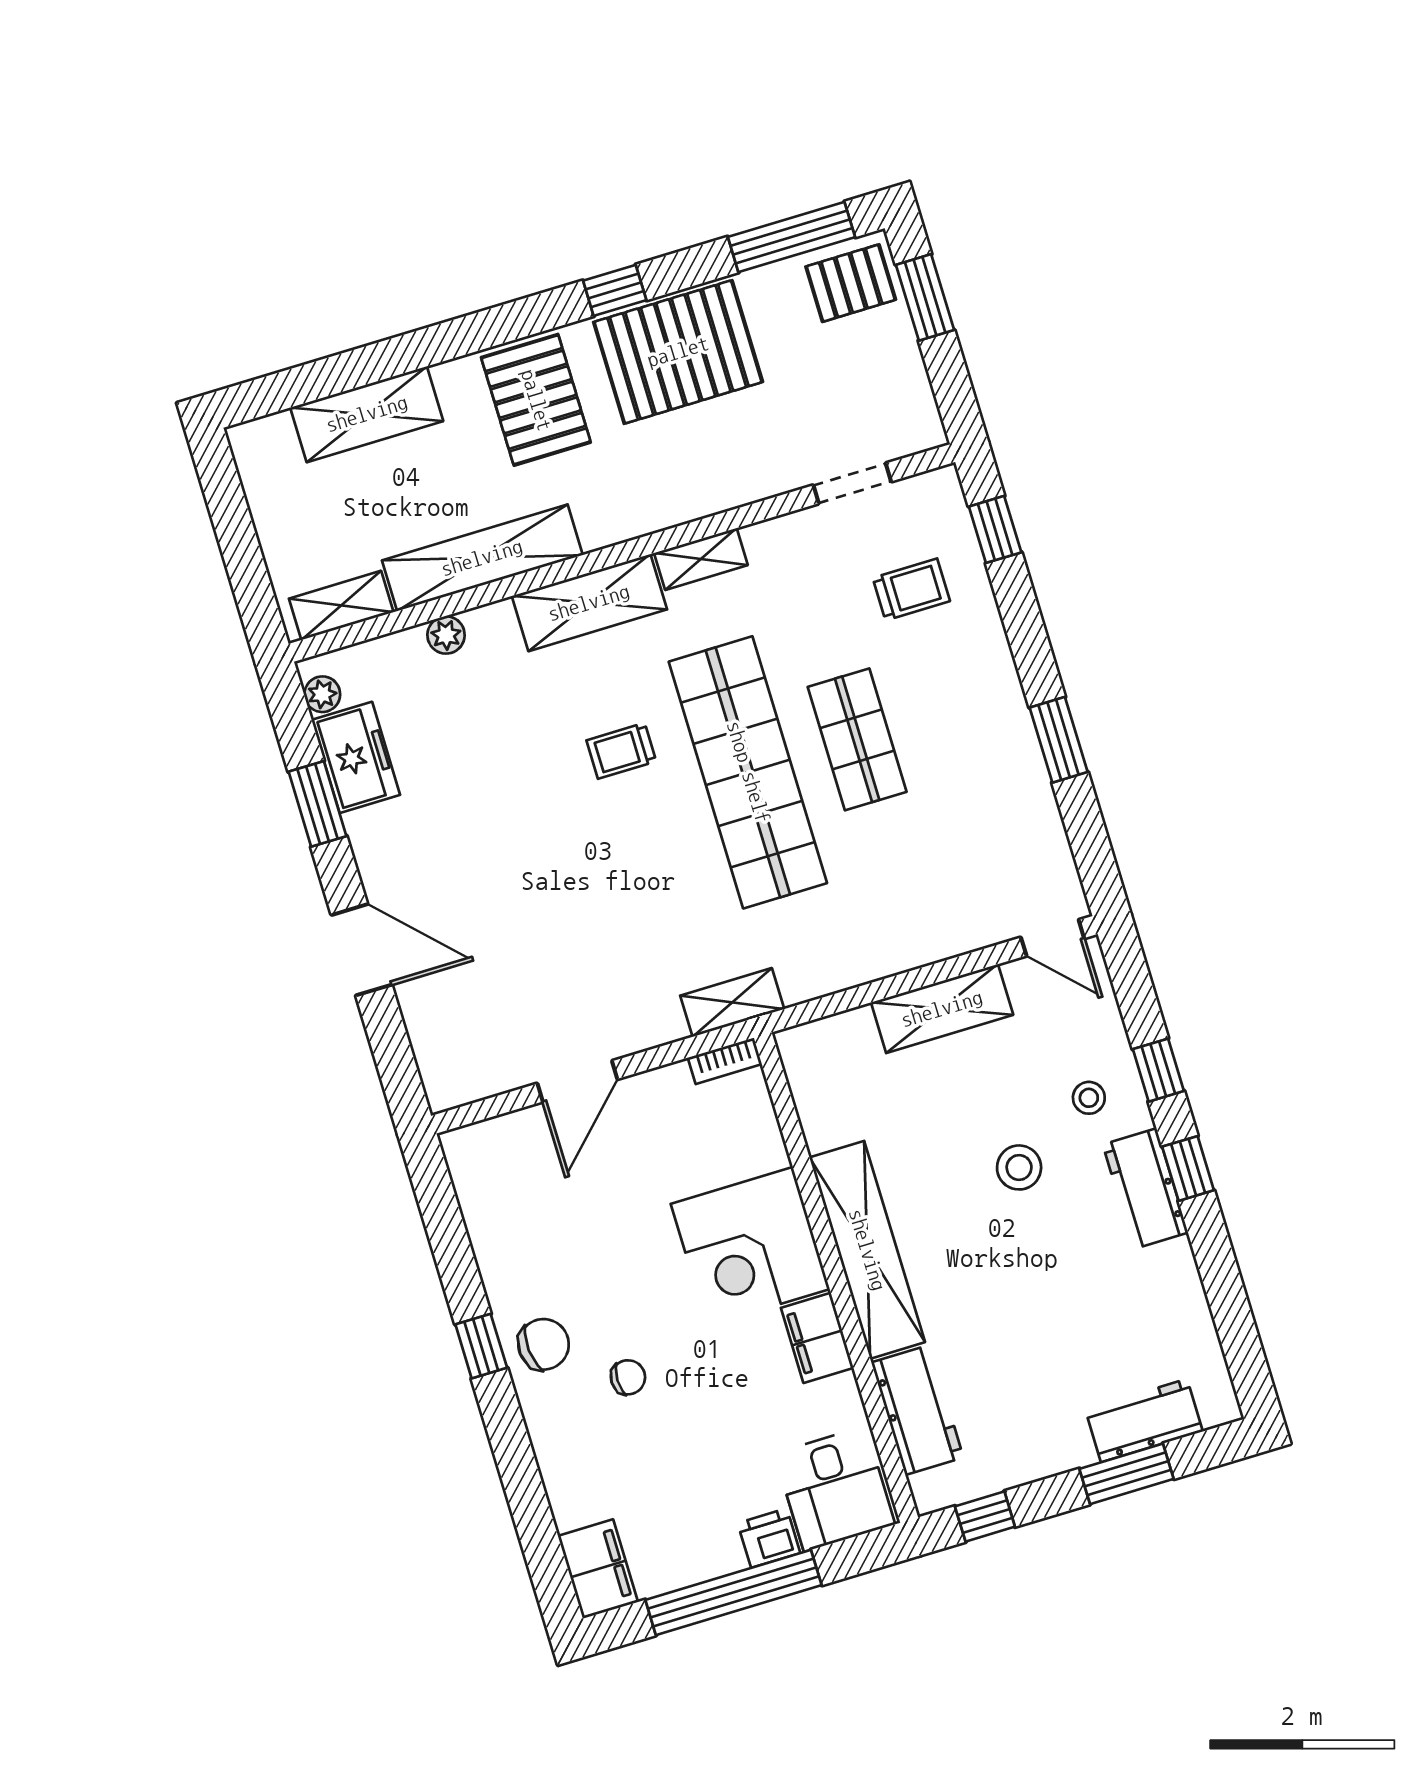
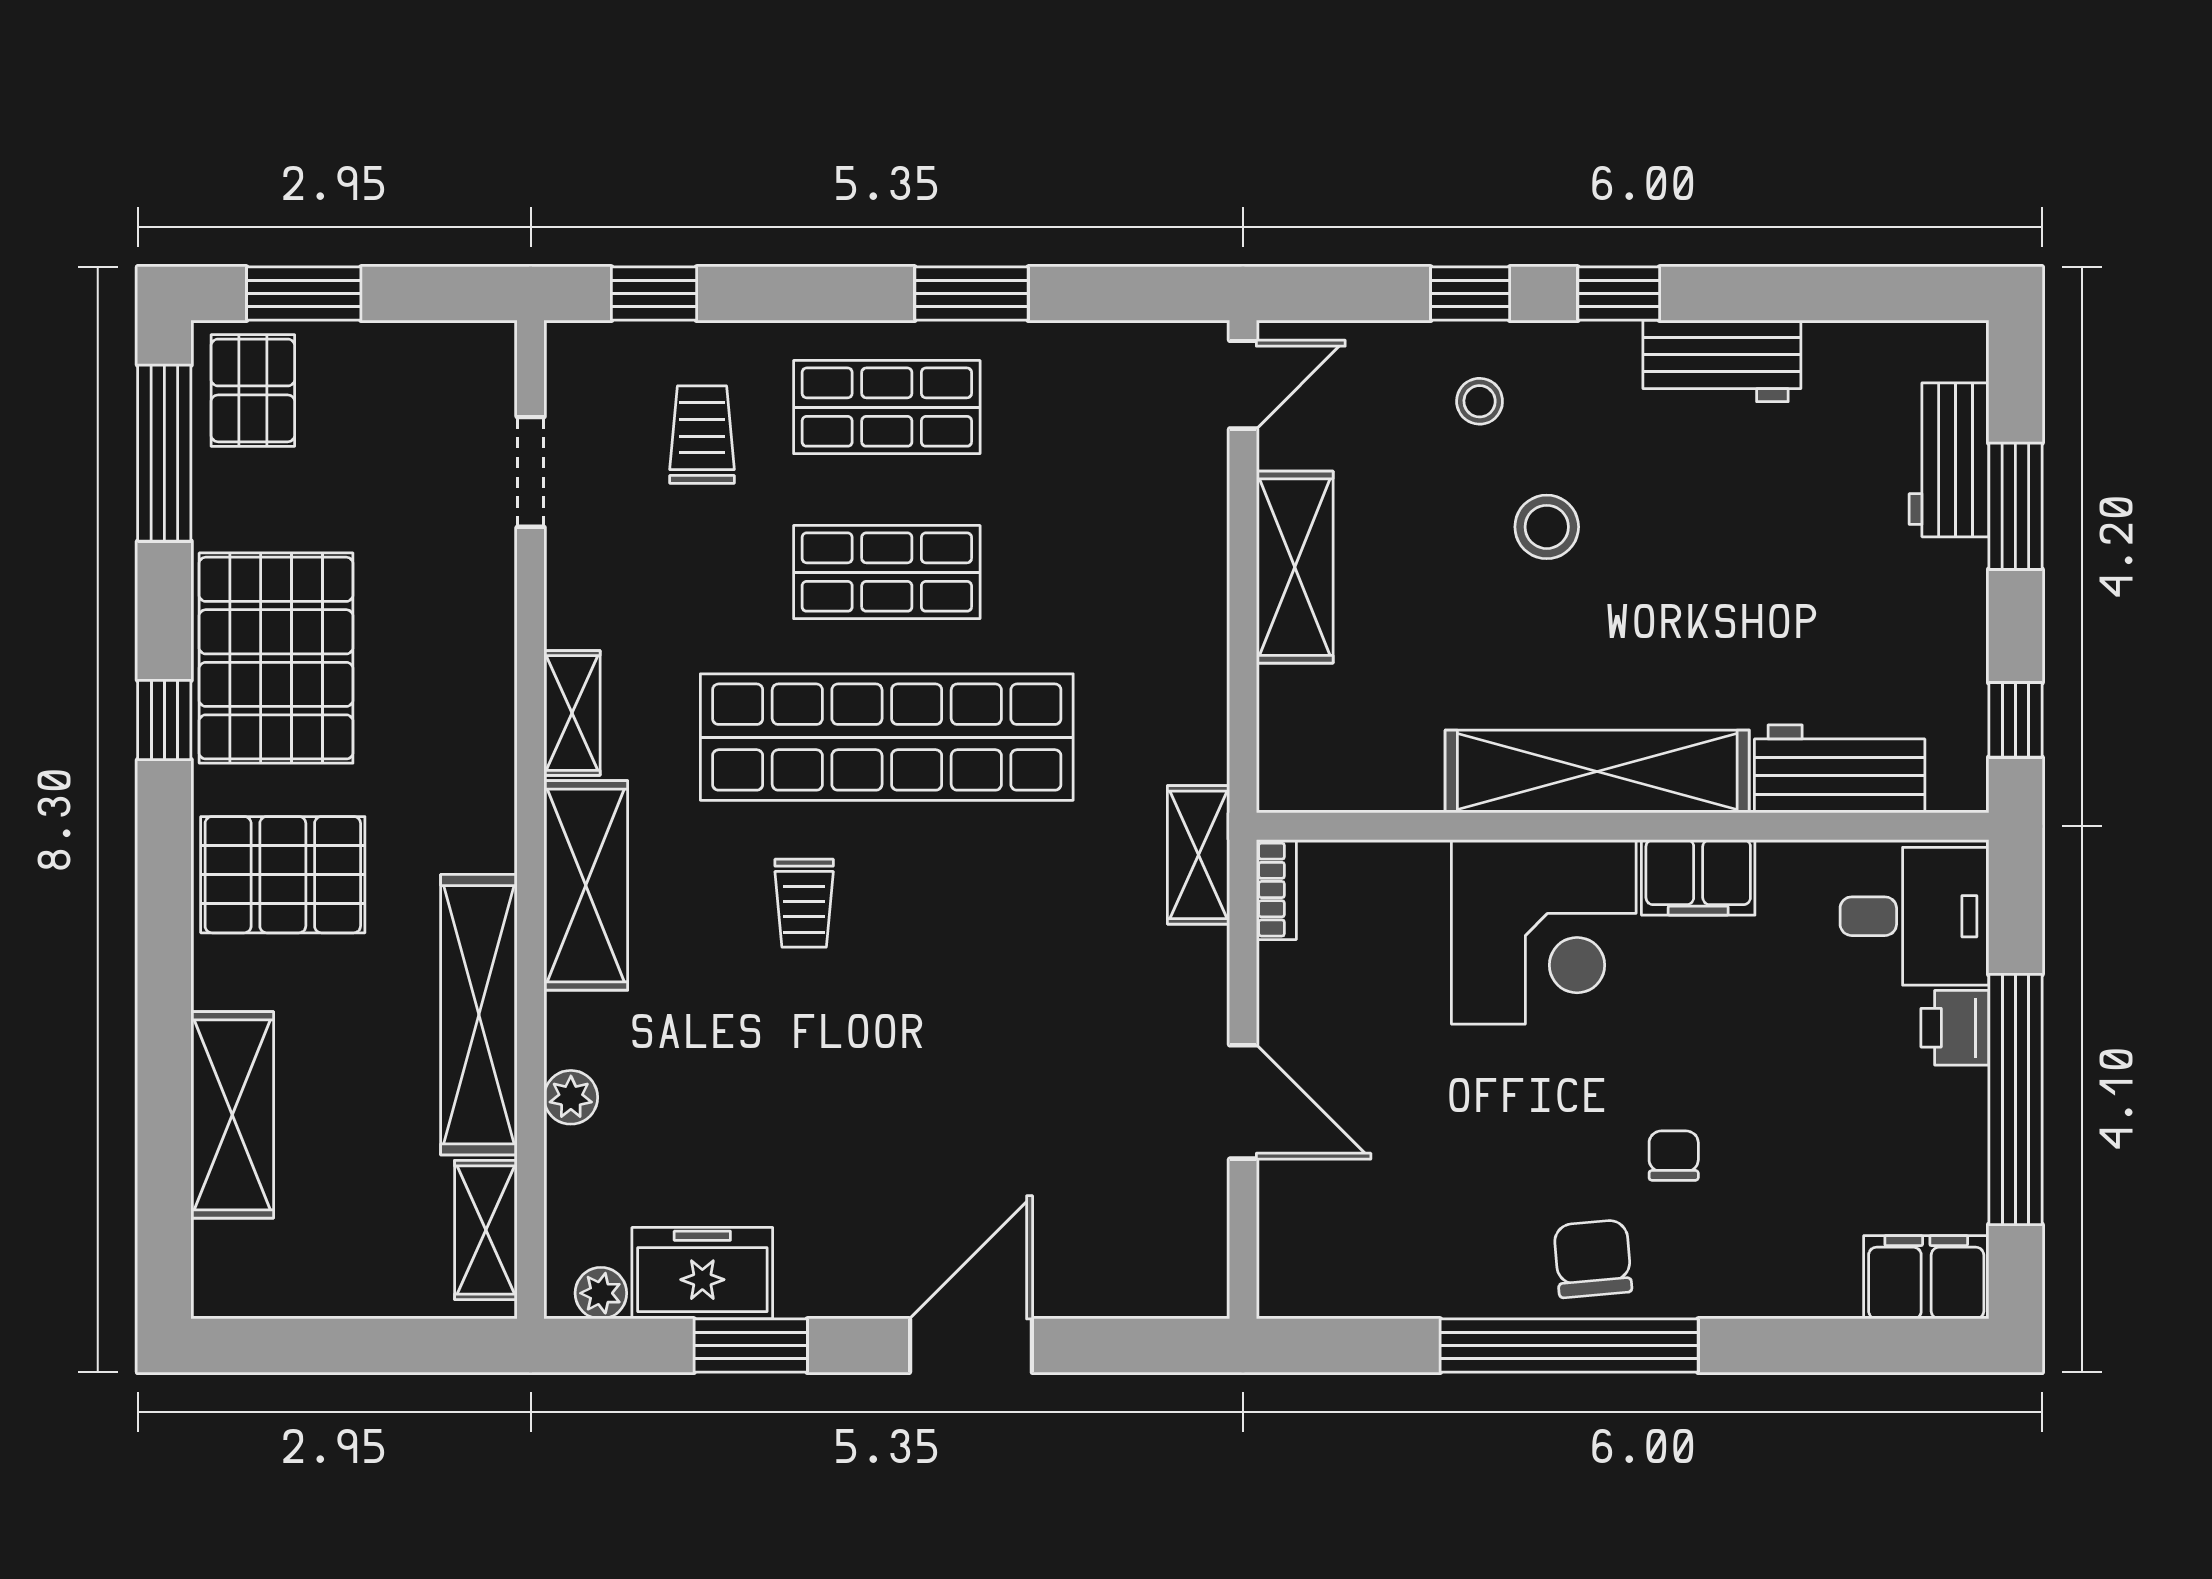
shop shelf: (966, 706) -> (887, 407), added
workbench: (1145, 1189) -> (1722, 361), moved
window: (481, 1346) -> (1569, 1346), width x3.17

